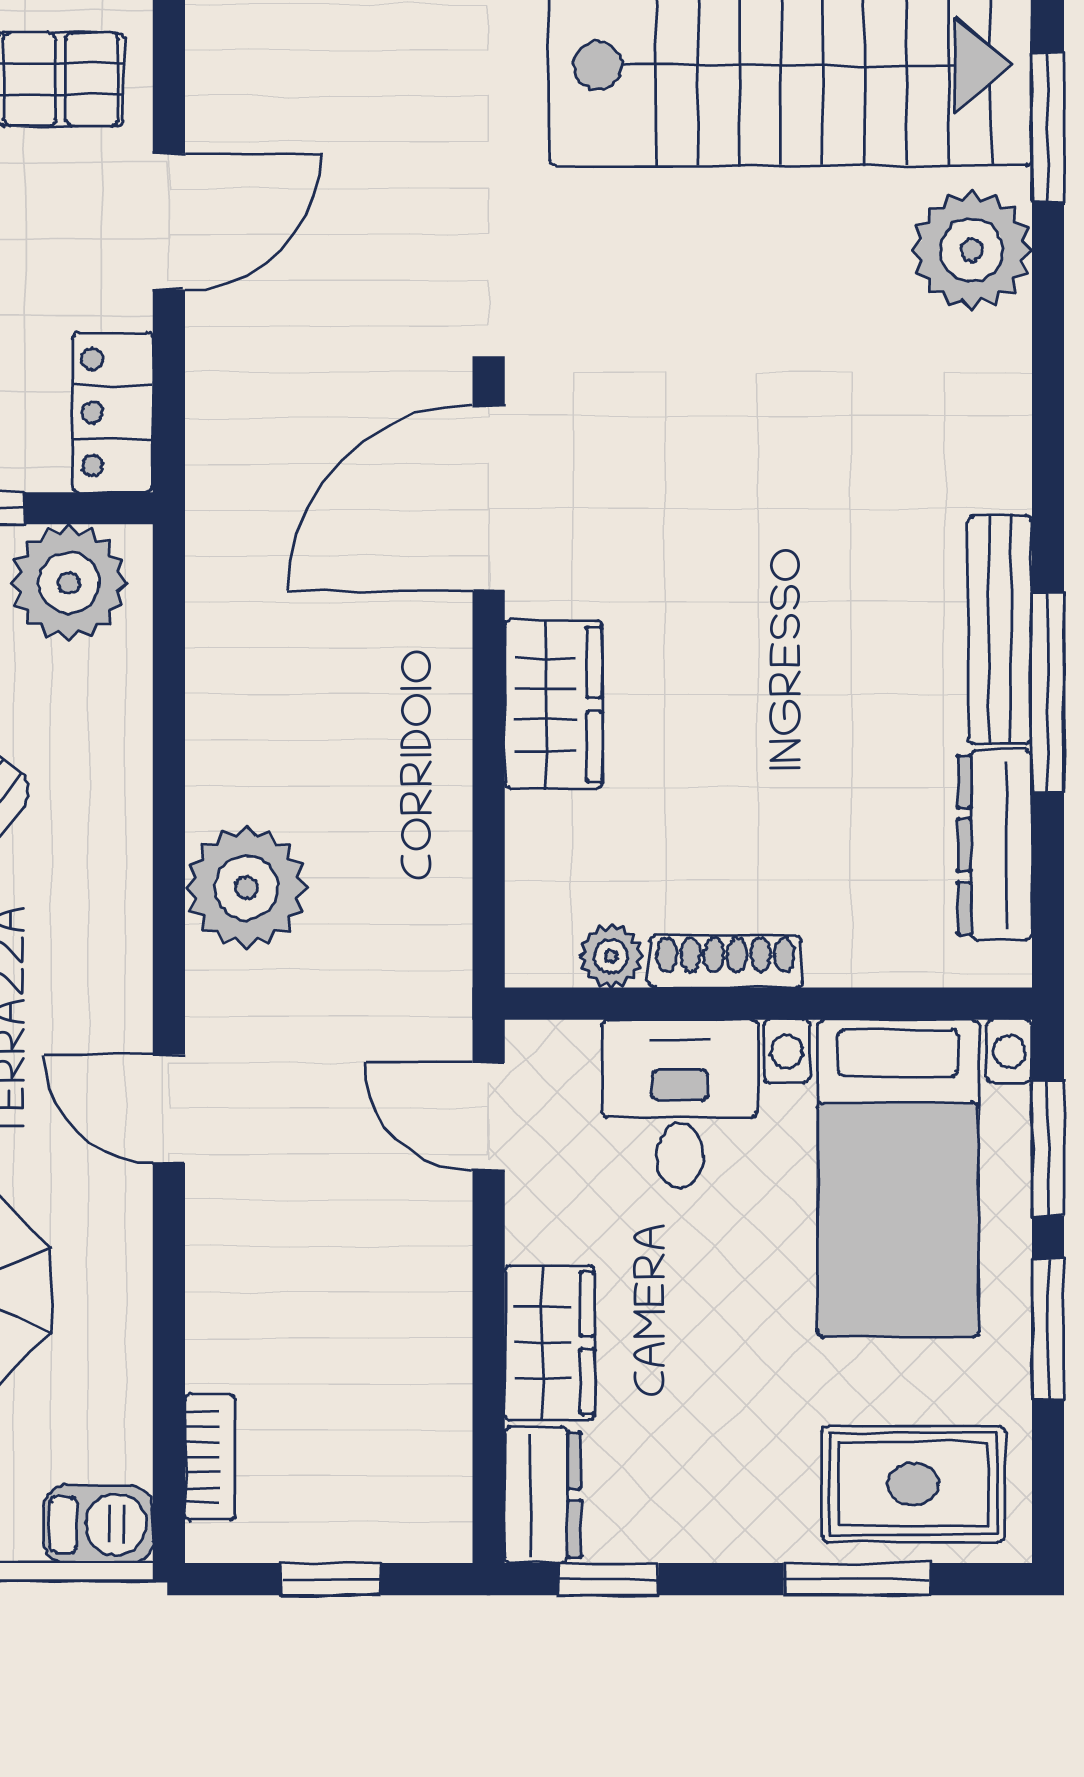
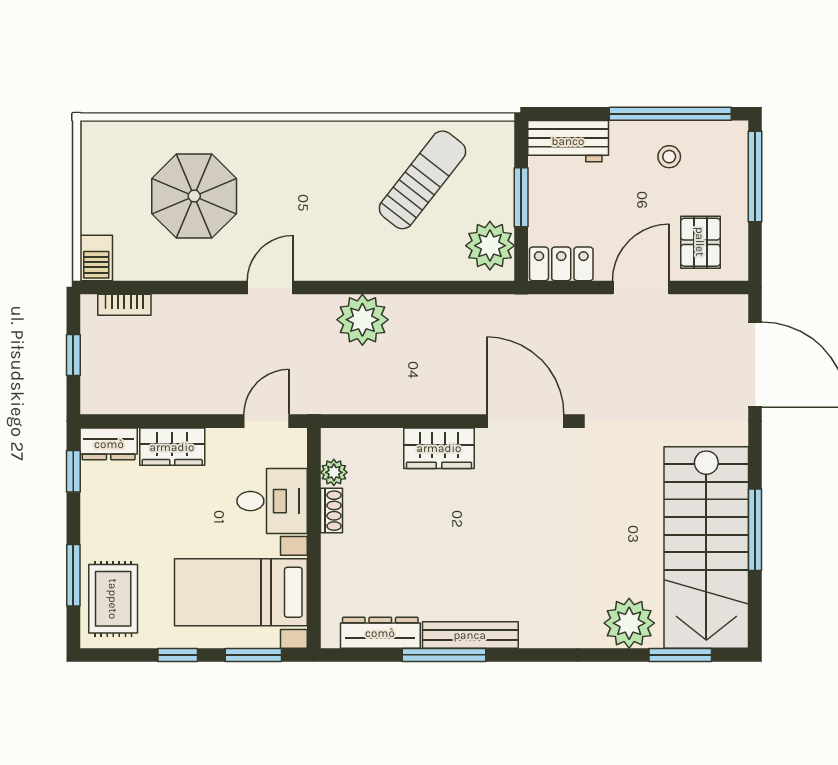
door: (169, 222) -> (641, 287), swing flipped
shoe rack: (726, 962) -> (331, 511), width x0.70
window: (1048, 1329) -> (178, 655), width x0.67

